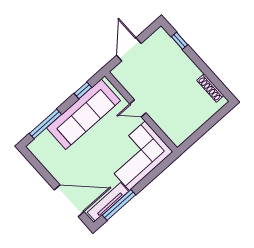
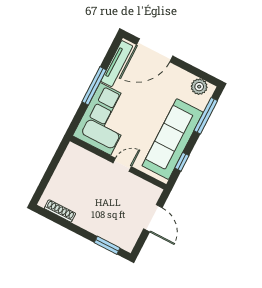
window: (179, 41) -> (107, 245), width x1.50
plant: (41, 152) -> (199, 87), added
window: (119, 205) -> (94, 86), moved

